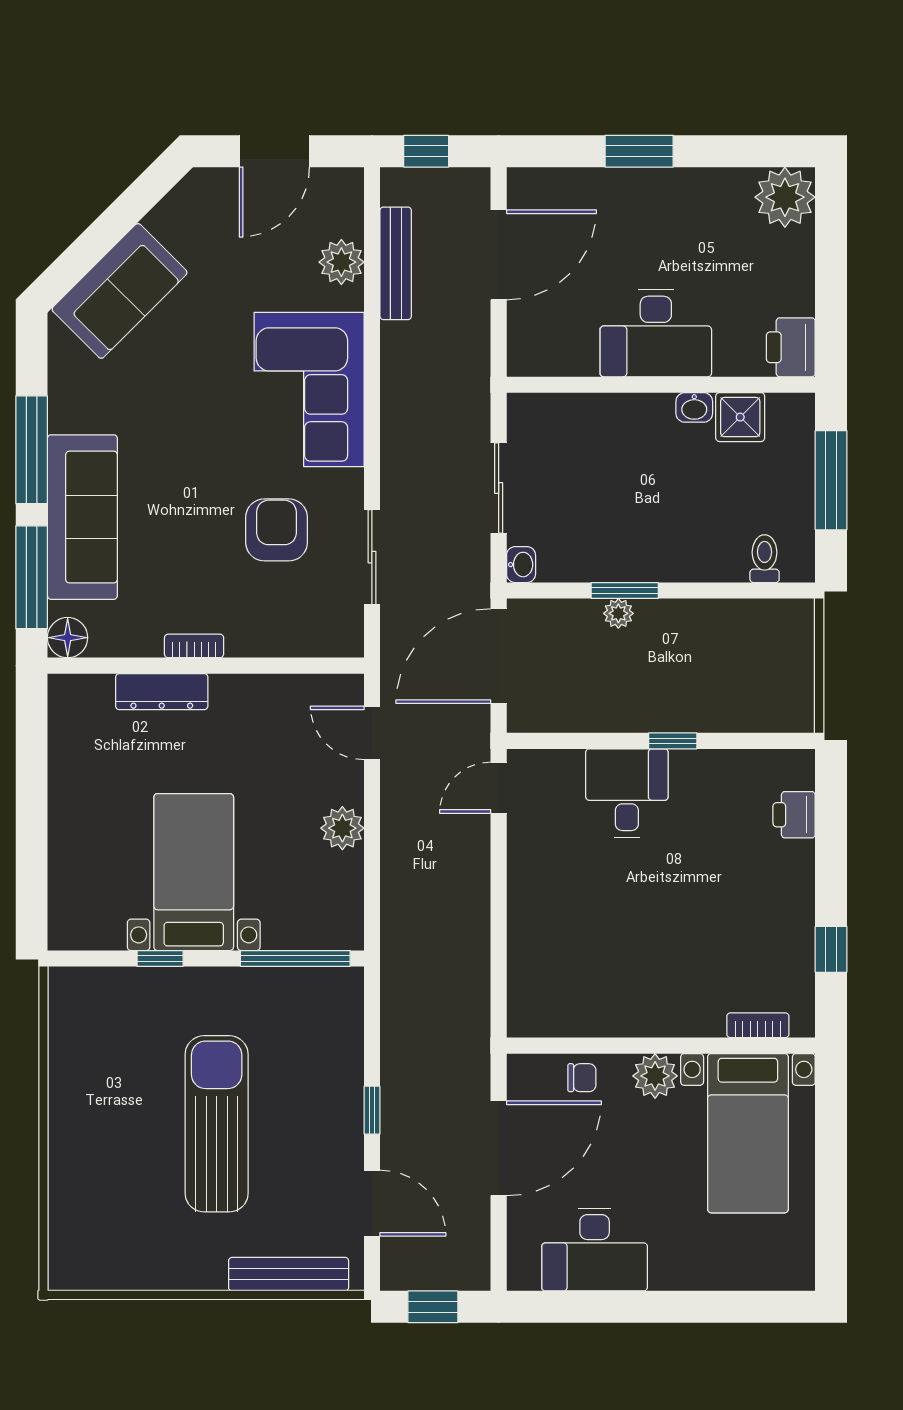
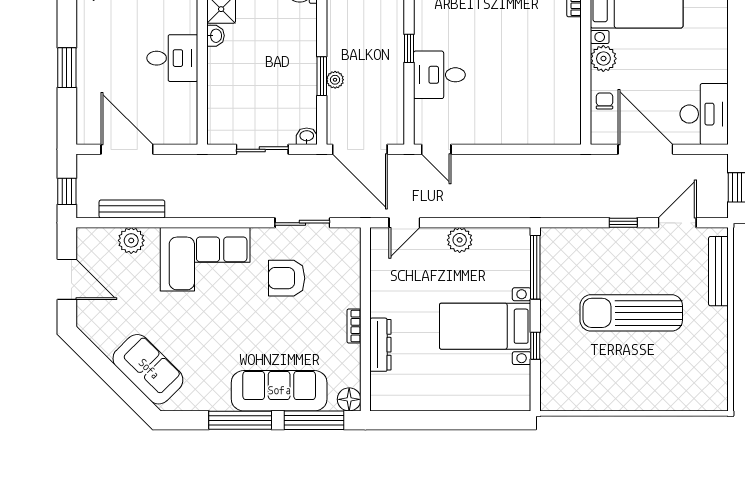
desk: (656, 333) -> (172, 58), width x0.73
desk: (595, 1249) -> (704, 114), moved

